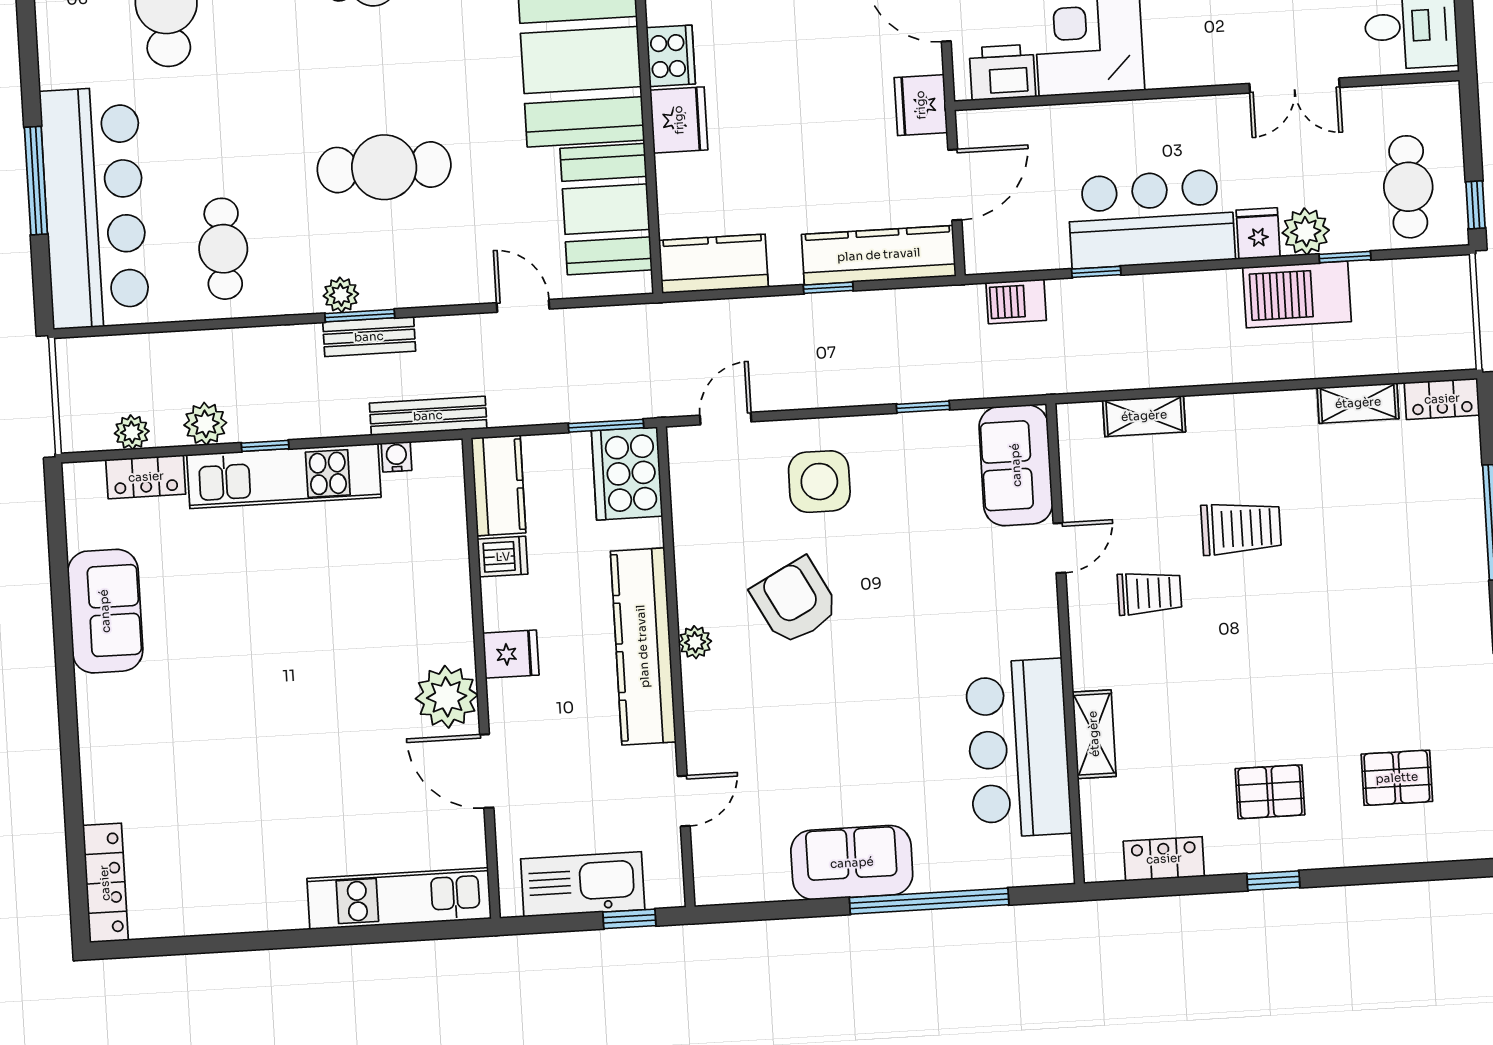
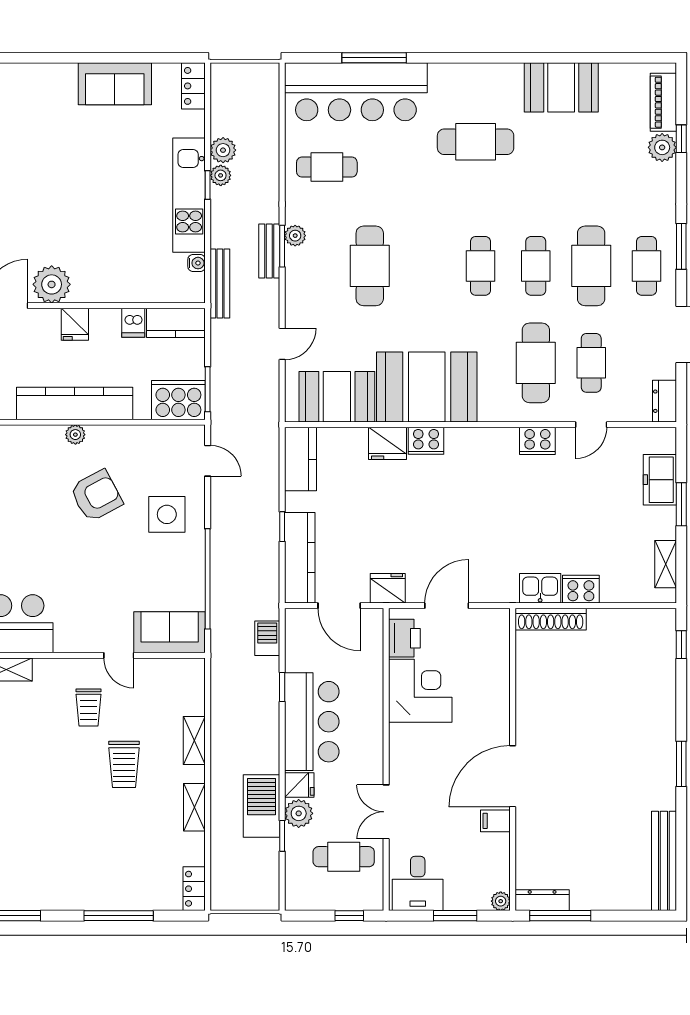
cafe table: (1408, 187) -> (344, 857), moved
window: (1476, 205) -> (349, 916), moved
shelving: (1358, 403) -> (194, 807), moved
window: (923, 407) -> (208, 579), width x3.17
shelving: (1144, 416) -> (194, 740), moved
plant: (132, 432) -> (221, 175), moved
locker: (146, 477) -> (193, 86), moved

